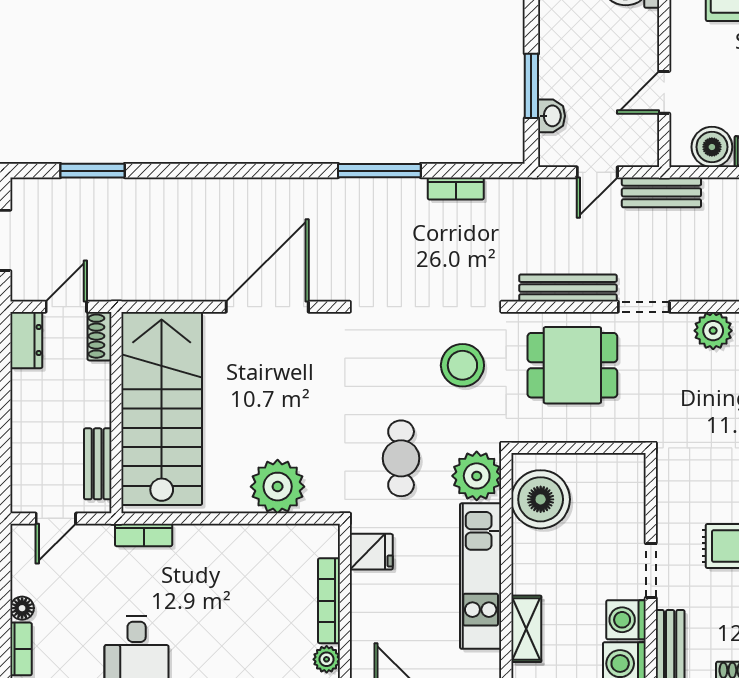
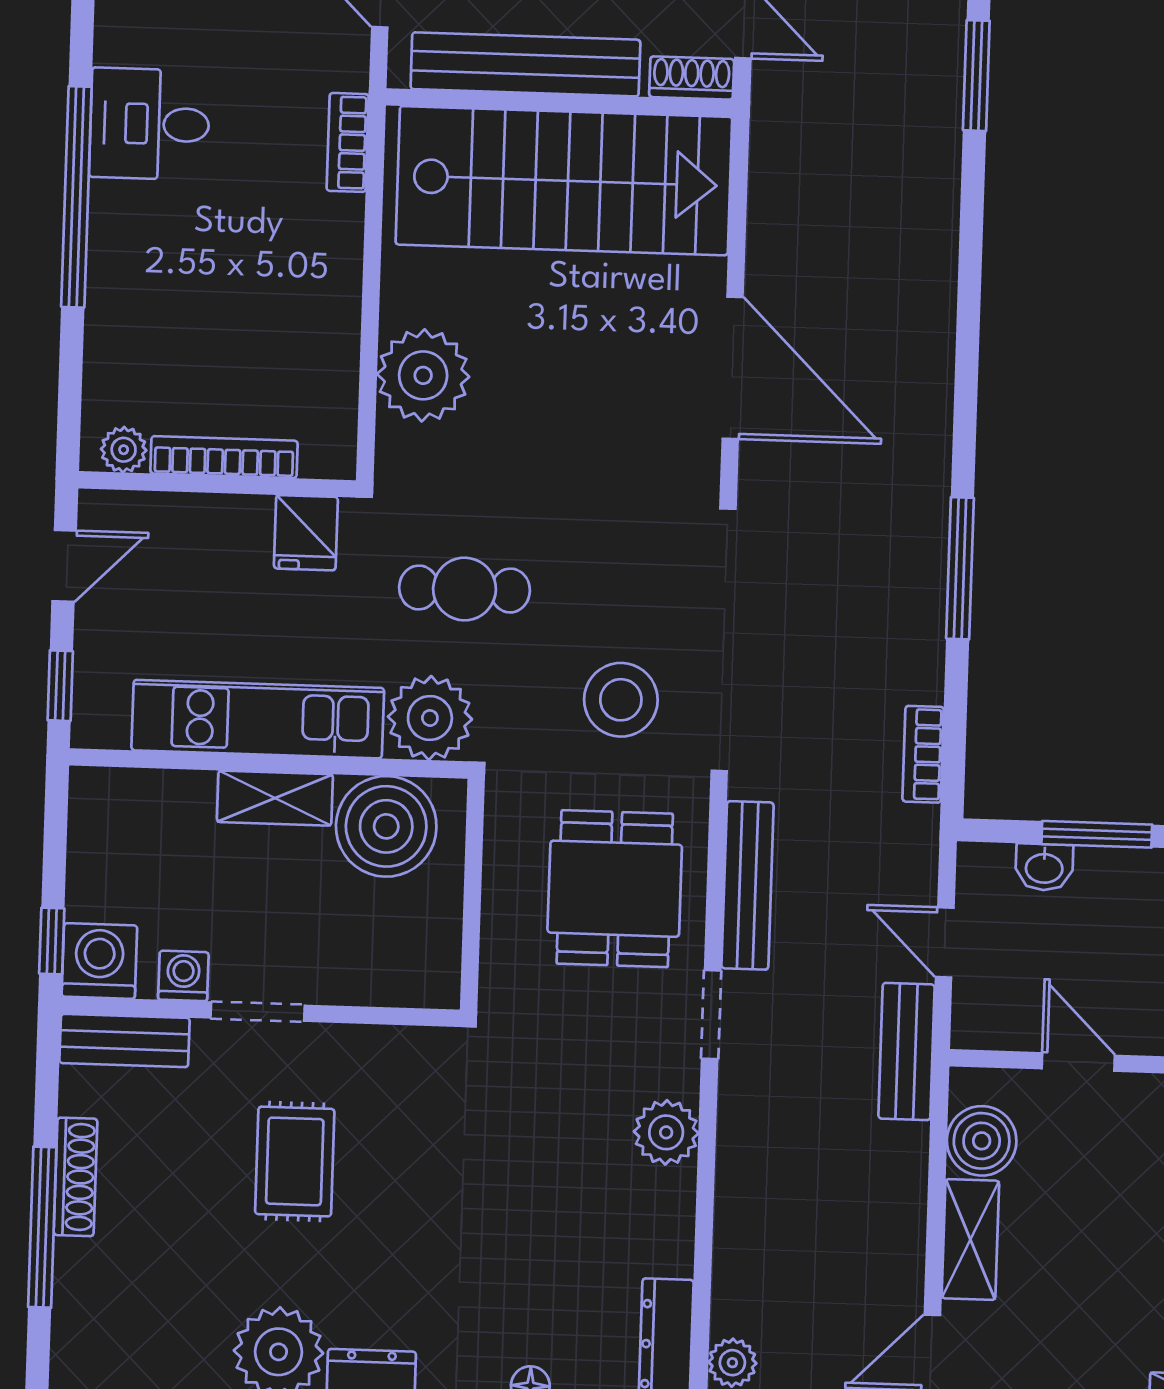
bookcase: (456, 188) -> (923, 754), moved
bench: (98, 464) -> (525, 64), width x1.86, depth x1.21
washing machine: (626, 620) -> (183, 976), width x0.73, depth x0.73
shelving: (526, 629) -> (275, 798), moved

